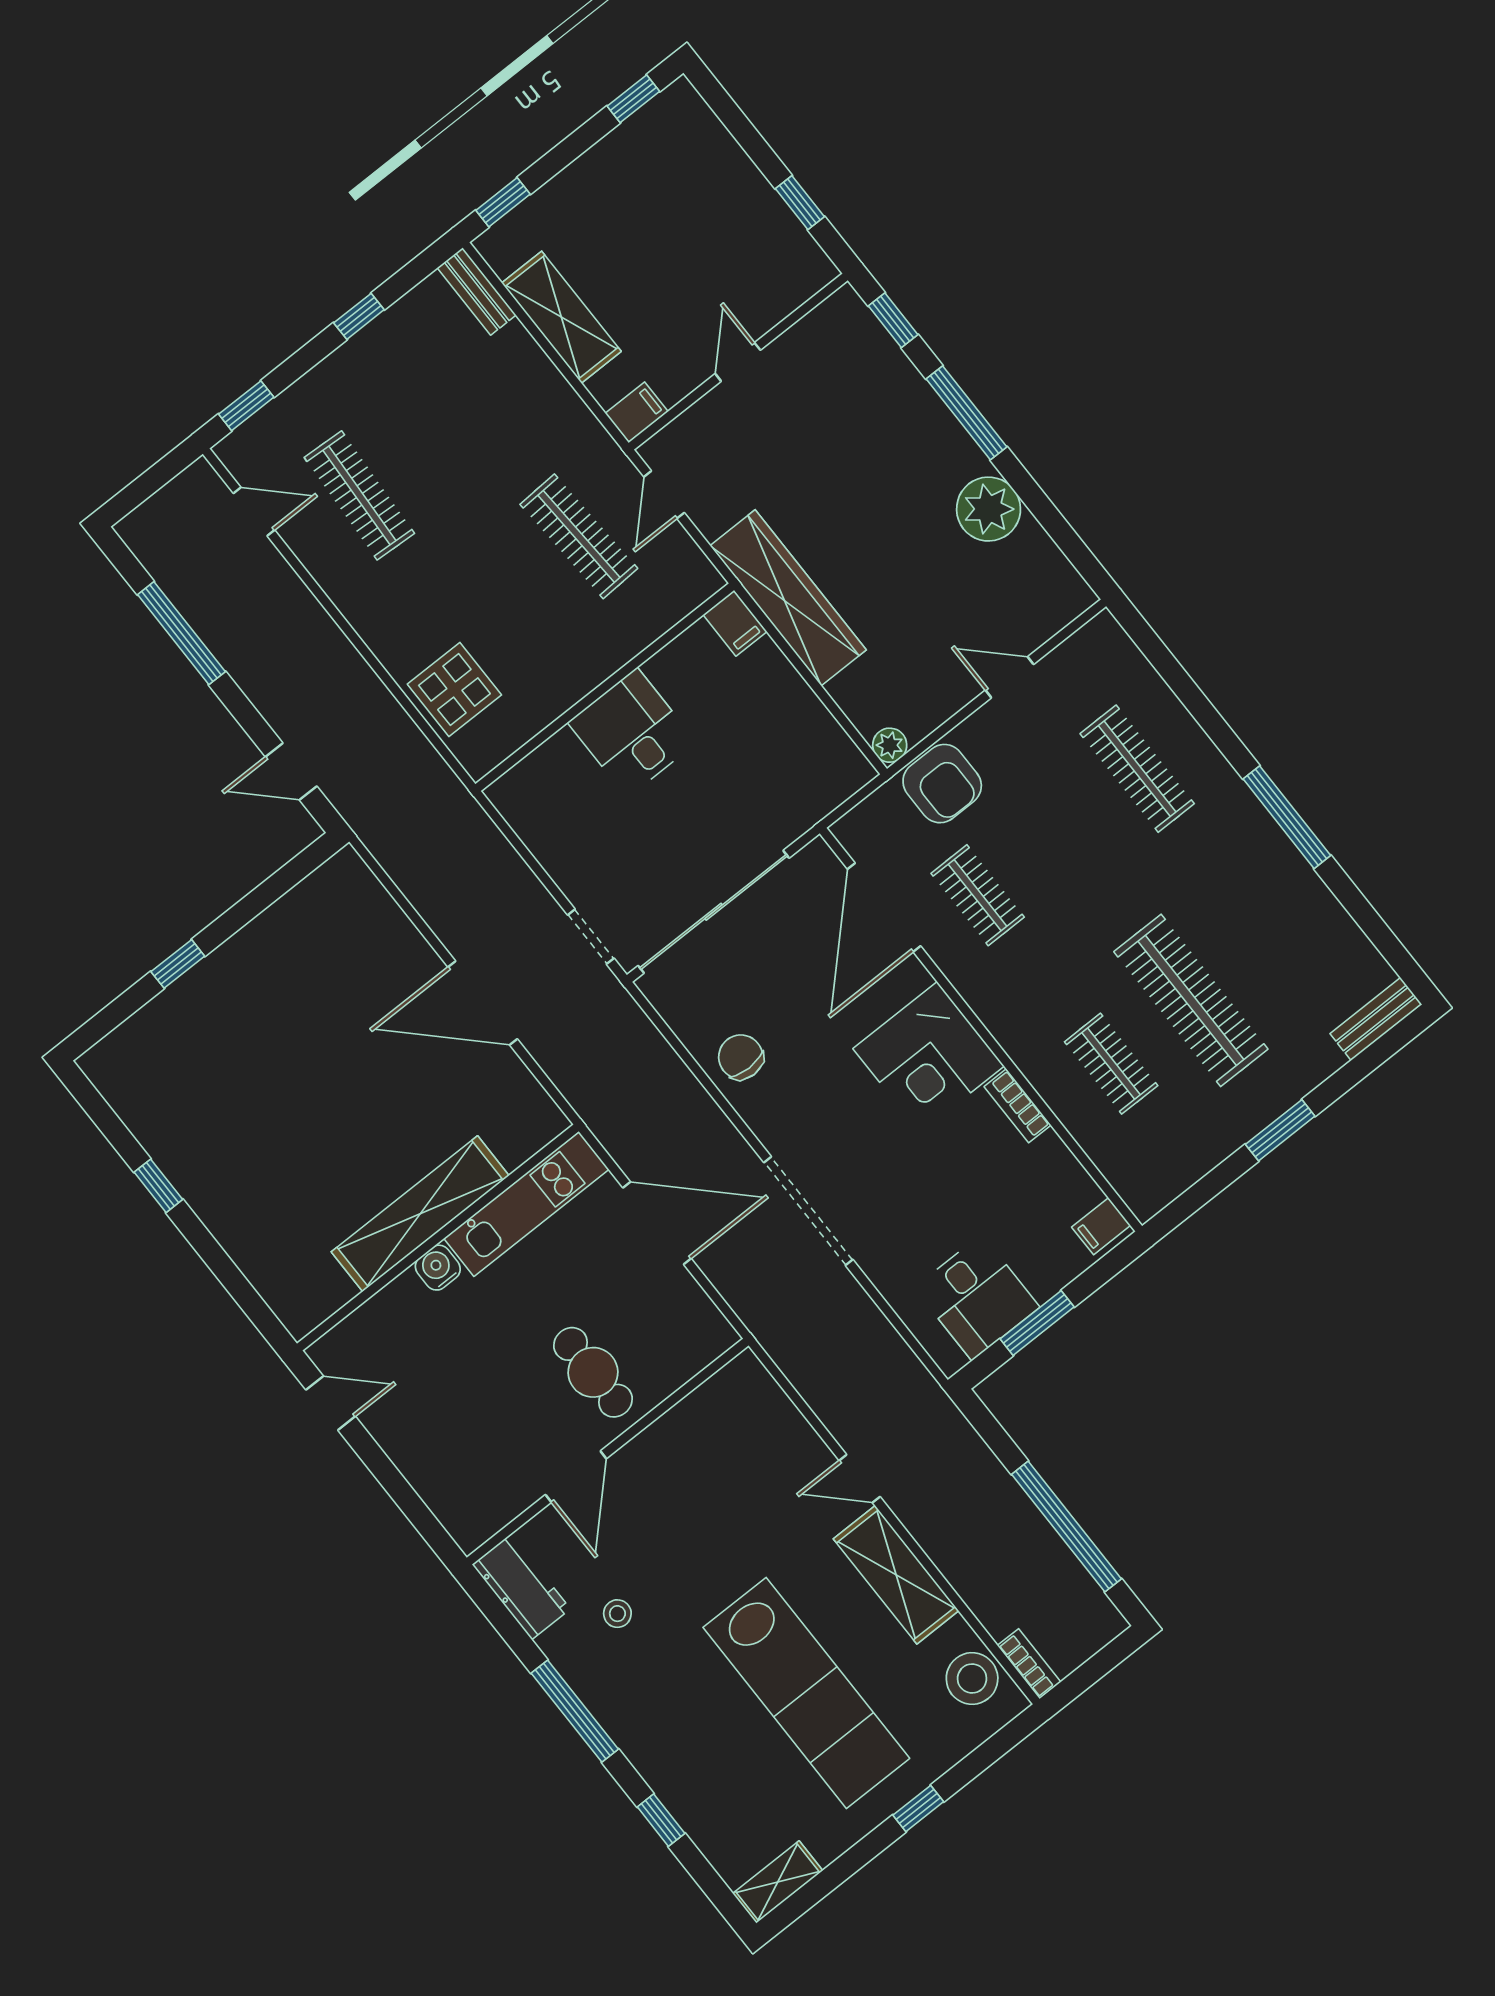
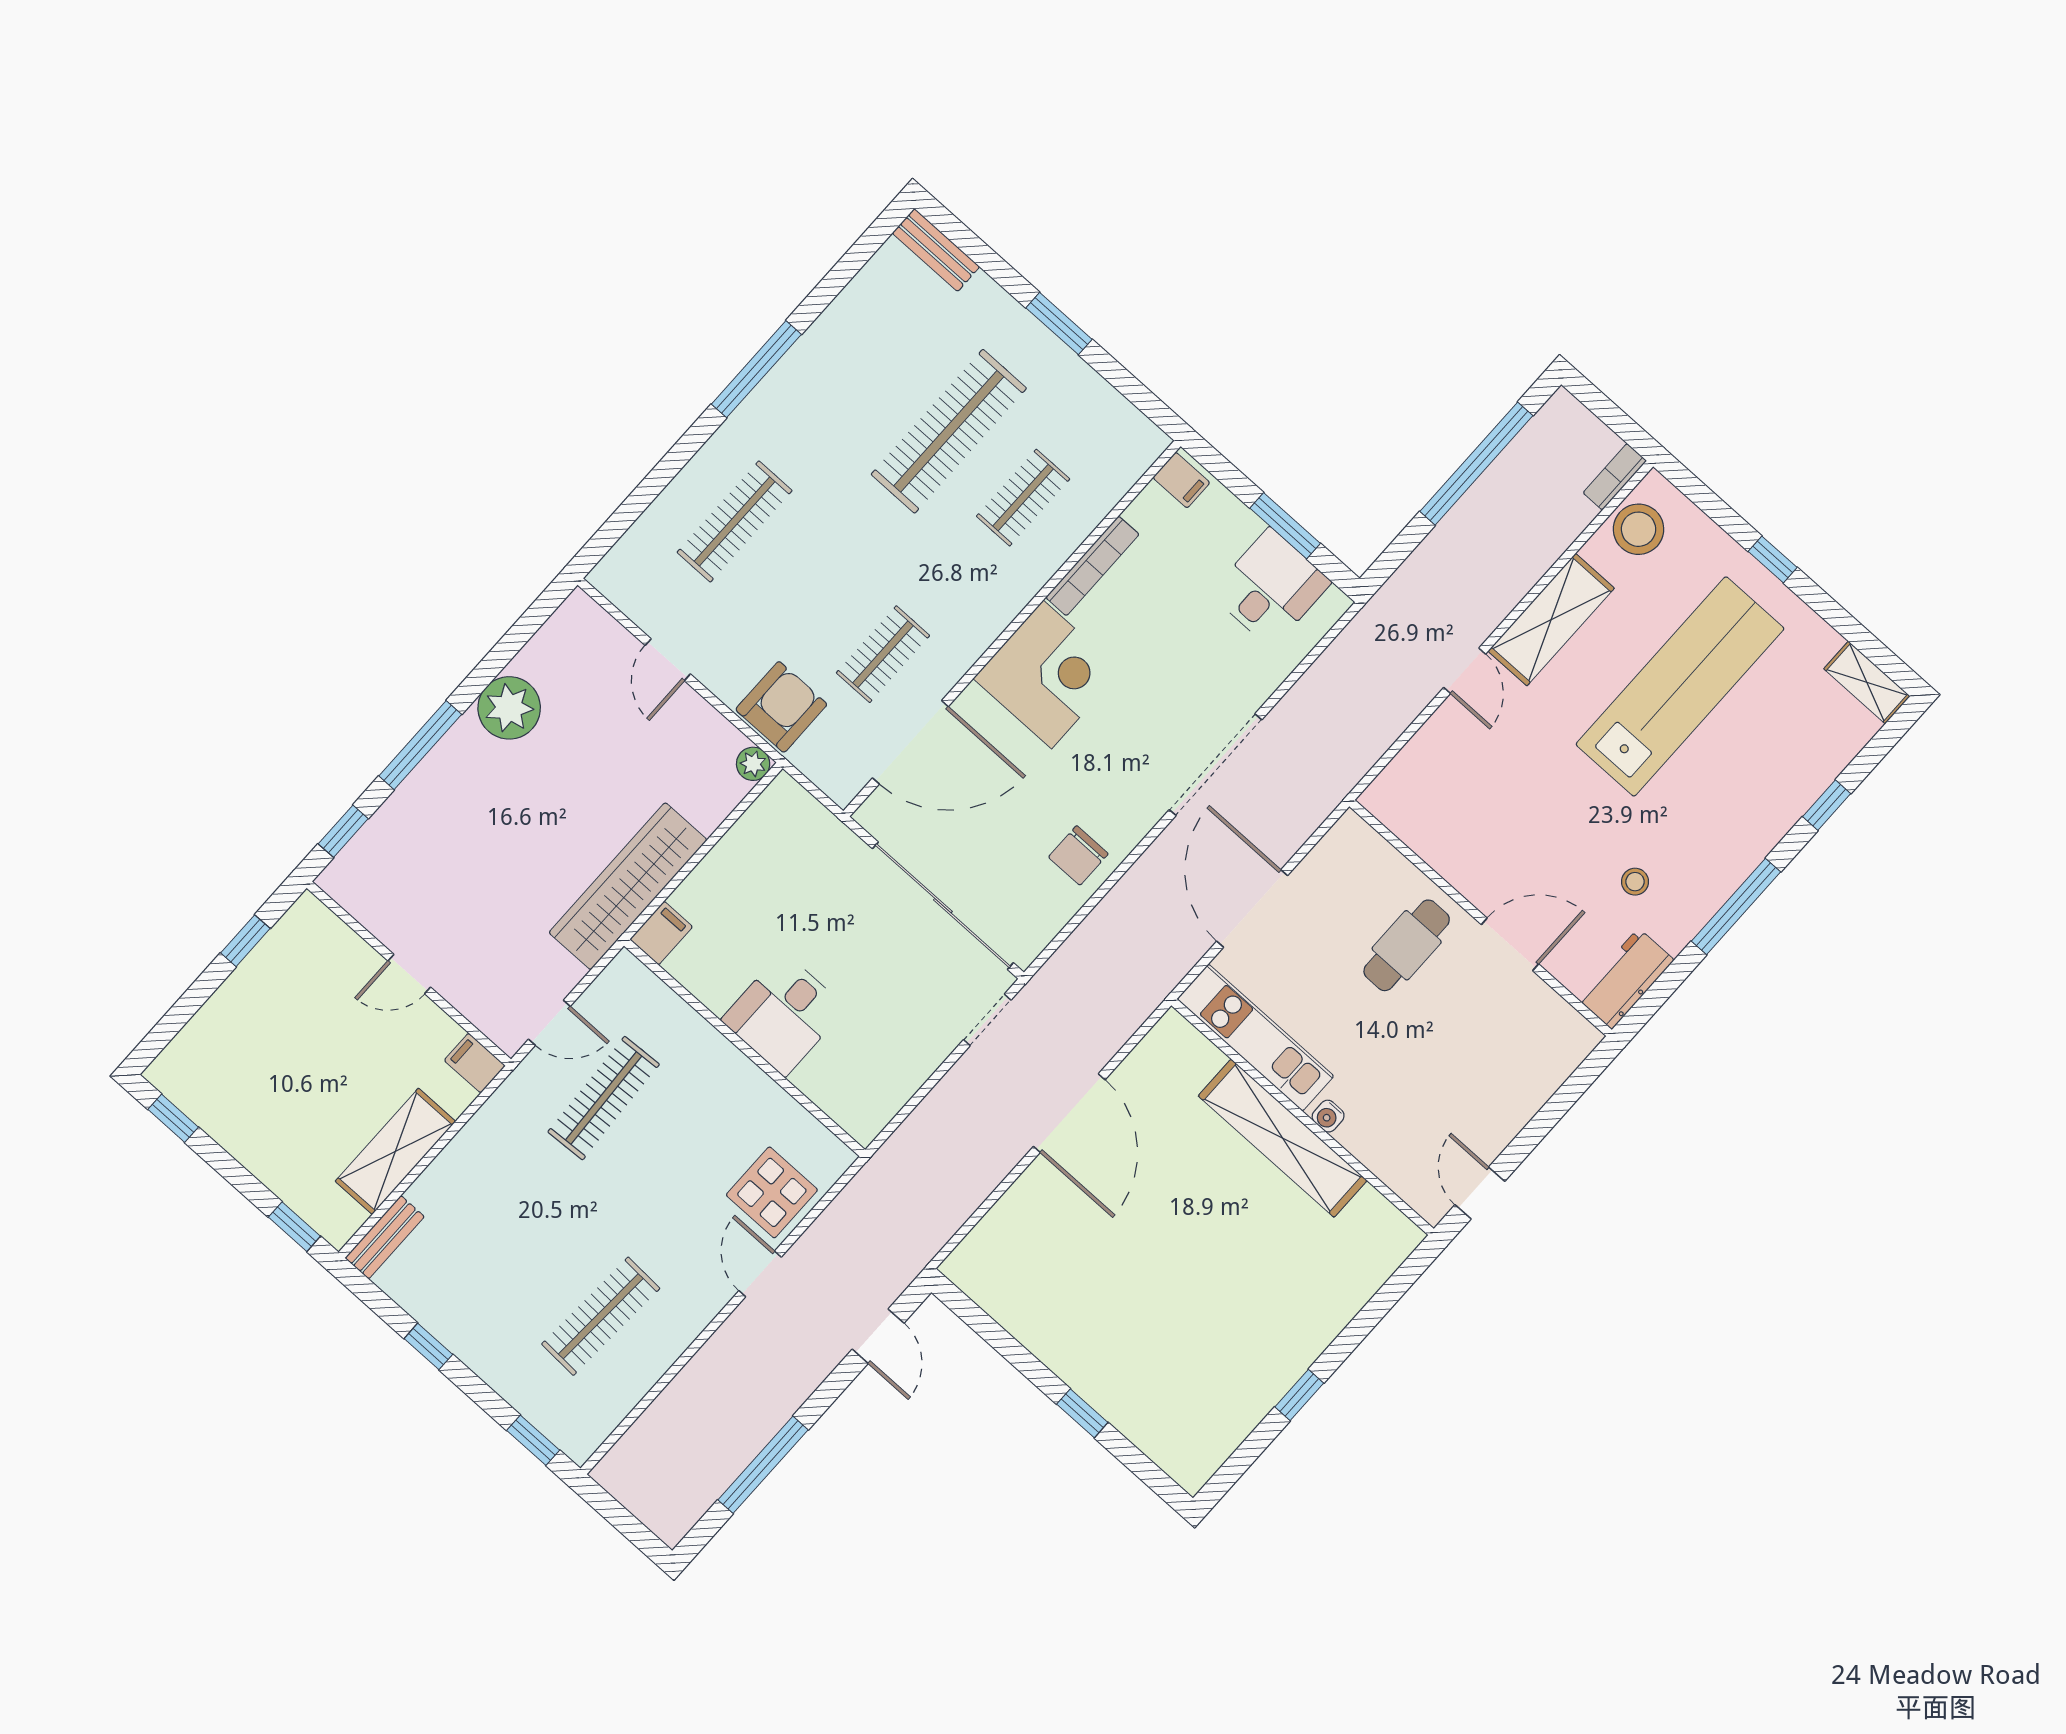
door: (254, 512) -> (760, 1274), moved
bookcase: (1018, 1106) -> (1092, 566), width x1.56
water cooler: (438, 1268) -> (1328, 1116), width x0.72, depth x0.72

